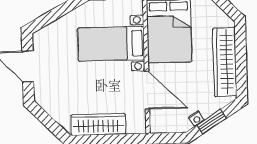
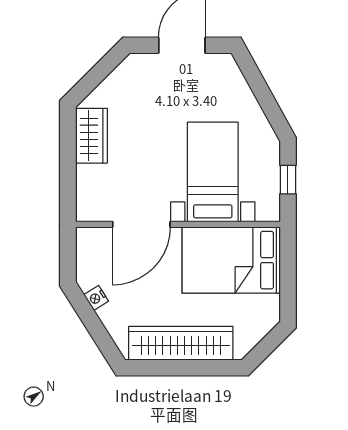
window: (212, 122) -> (91, 321), removed
wardrobe: (98, 124) -> (91, 136), width x0.67

